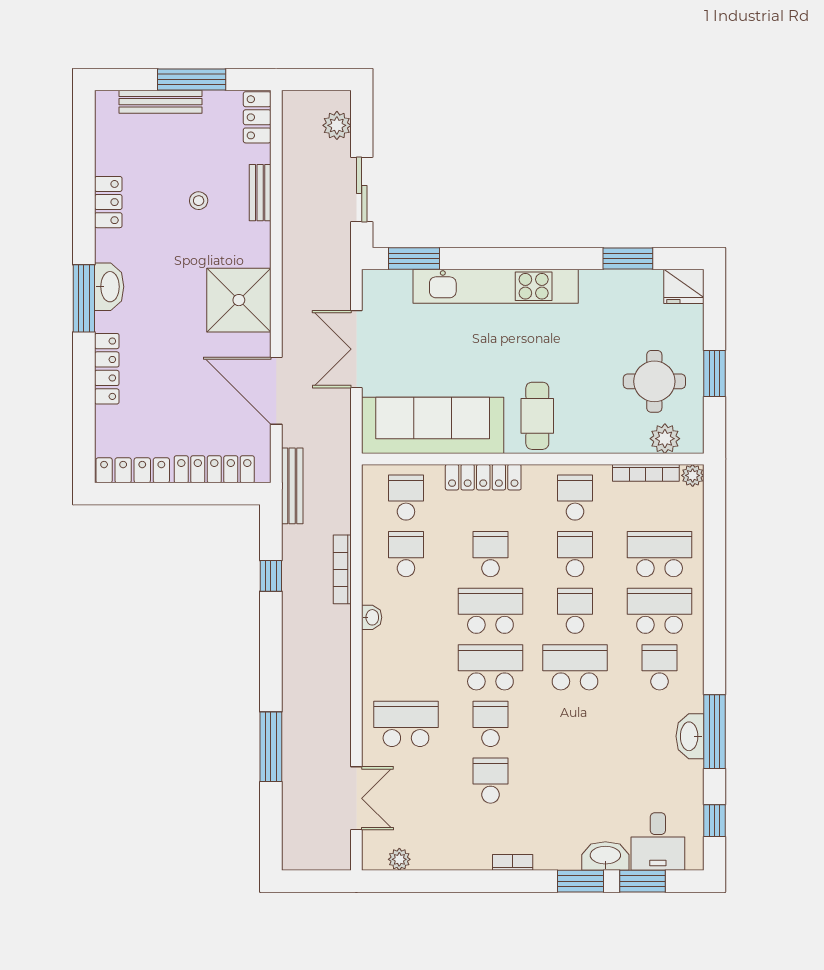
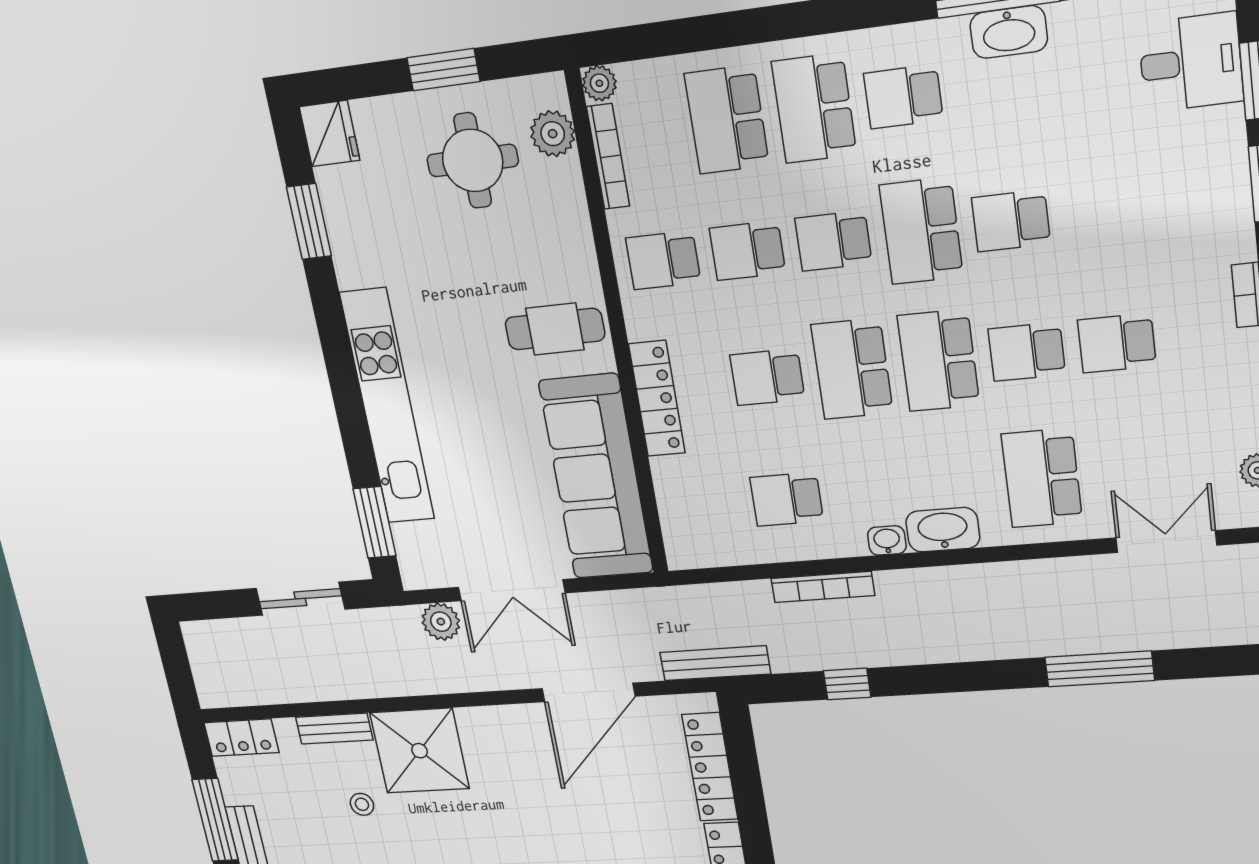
plant: (337, 125) -> (441, 622), moved
shower: (239, 300) -> (420, 751), moved
school desk: (406, 498) -> (1011, 221), moved
washbasin: (605, 856) -> (943, 530), moved, turned 90

